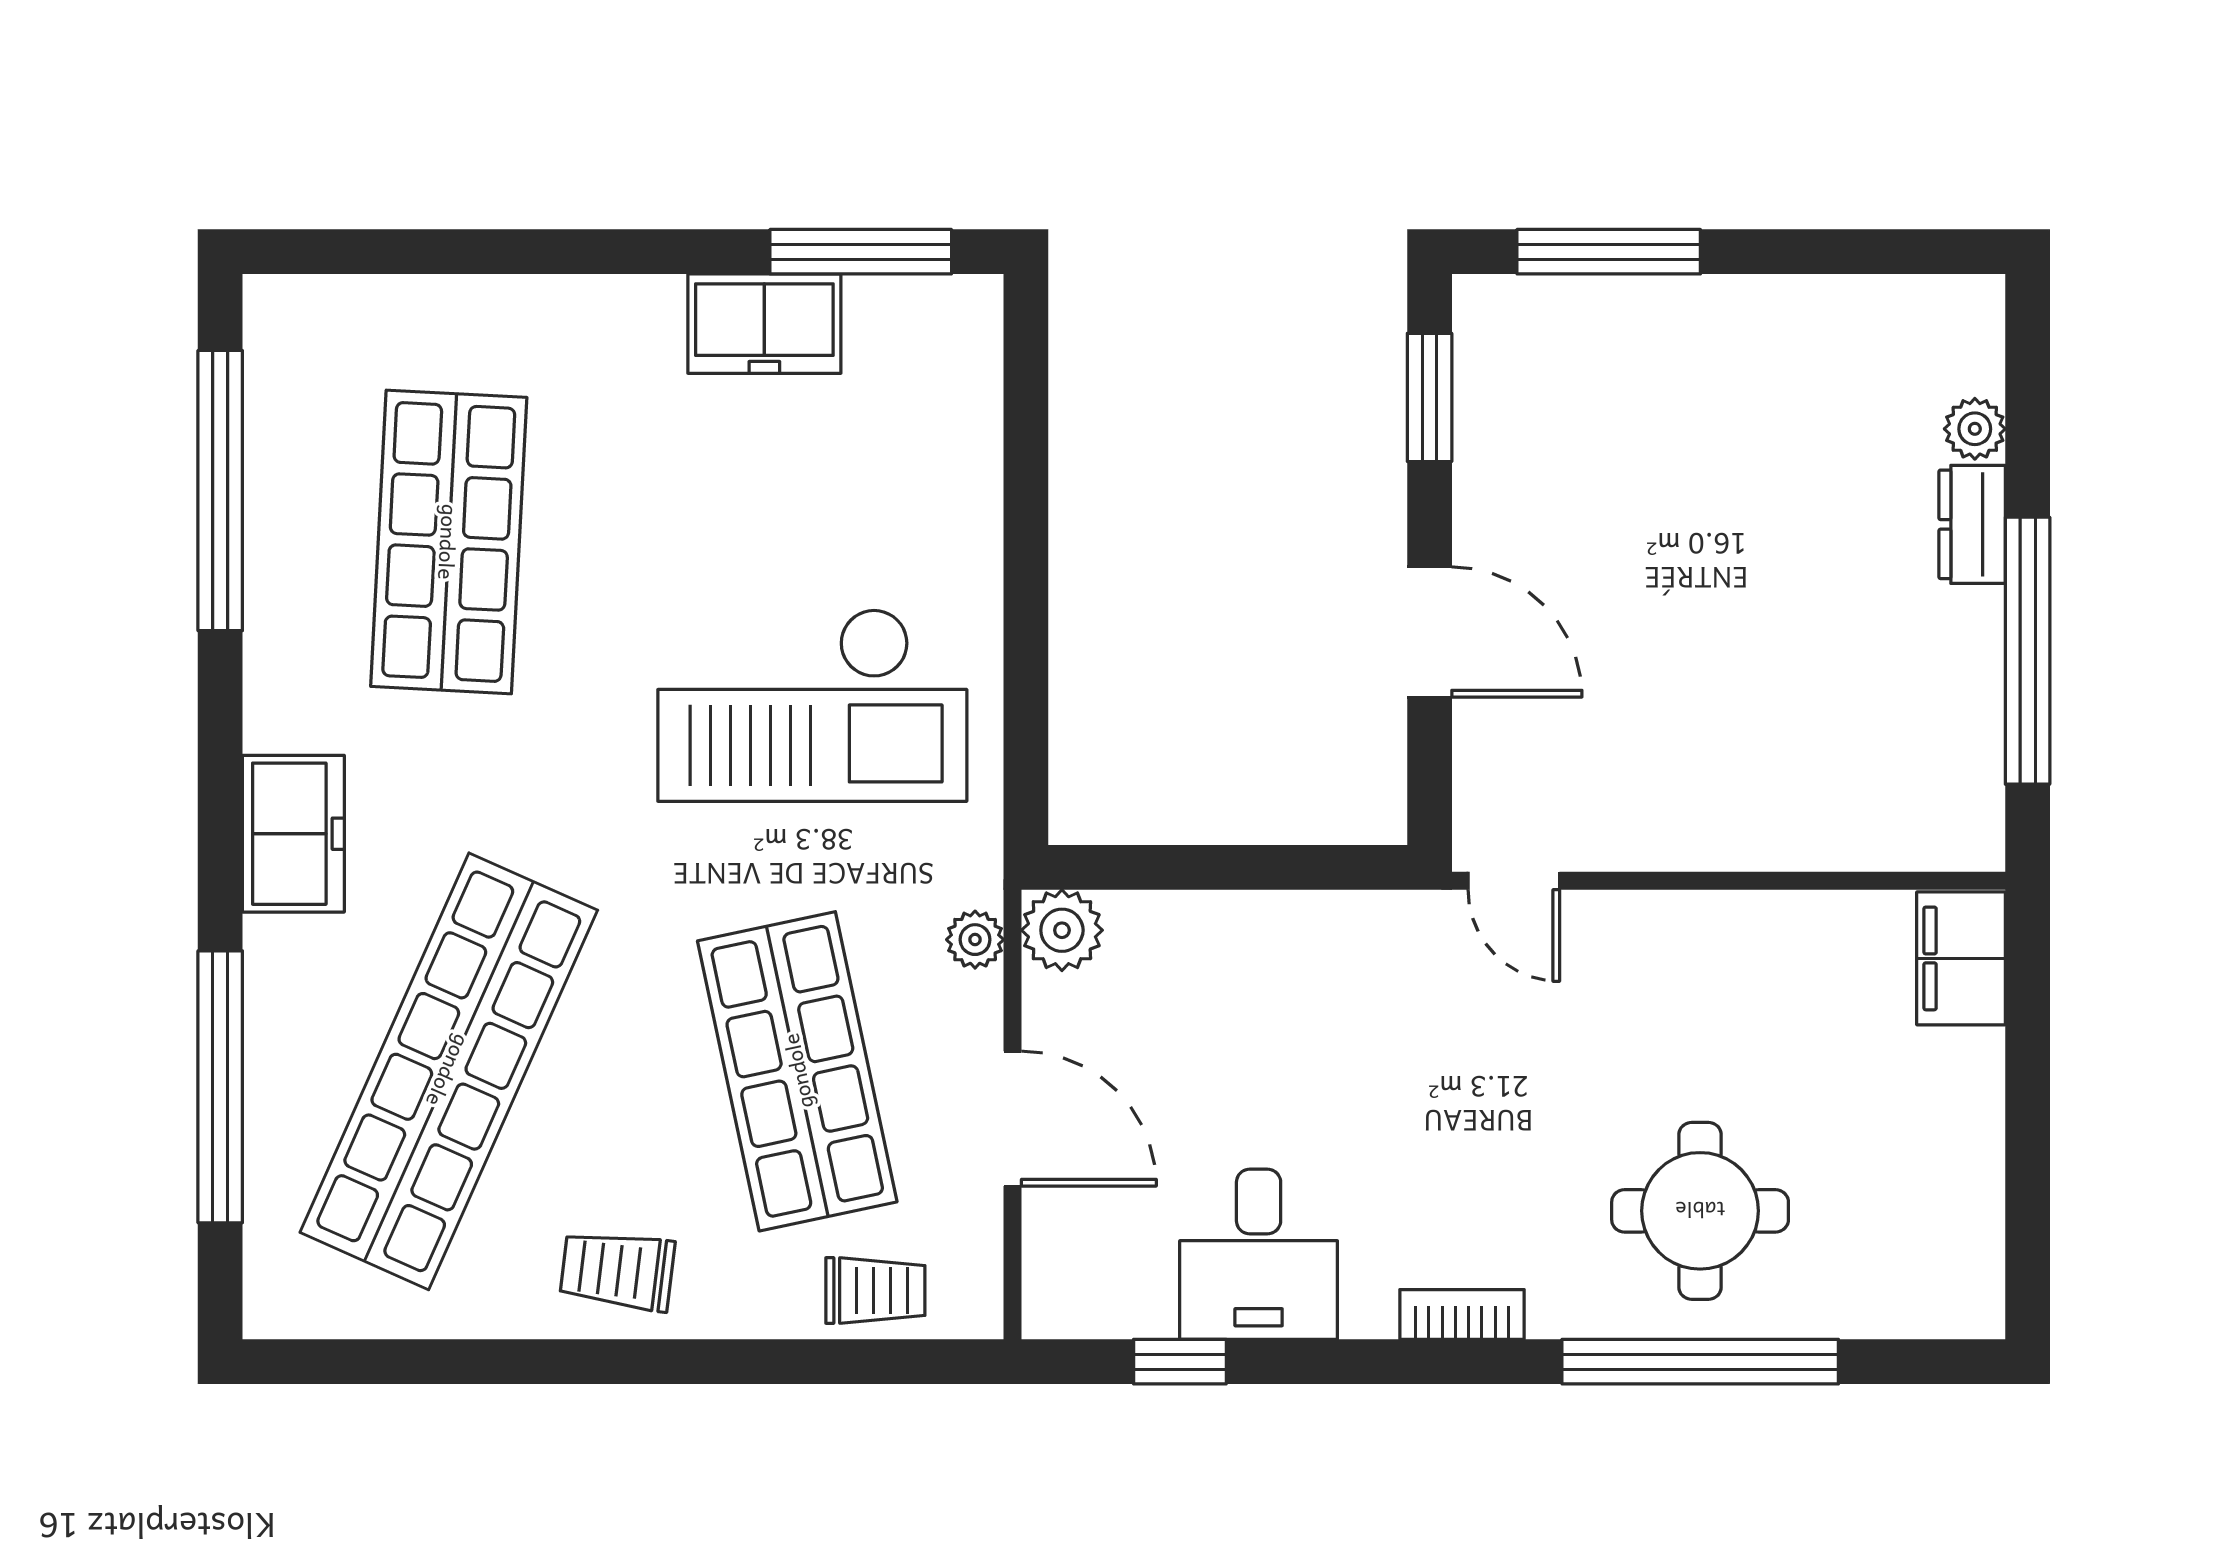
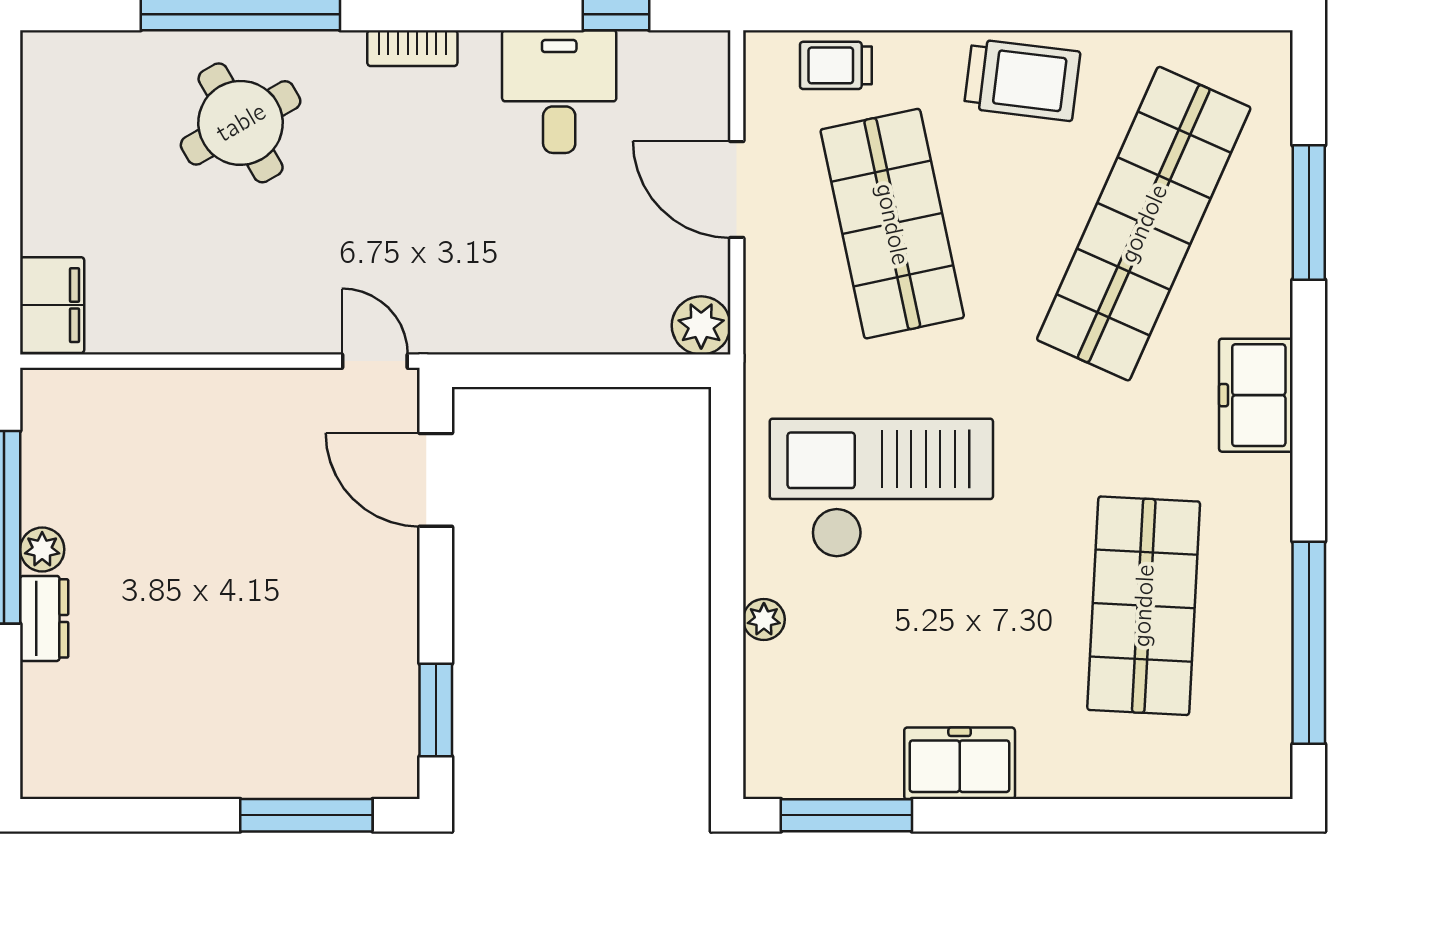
freezer: (764, 324) -> (960, 763), moved
plant: (1975, 429) -> (42, 549), moved
door: (1430, 632) -> (436, 480), moved
plant: (975, 940) -> (764, 619), moved
window: (220, 1087) -> (1309, 212), width x0.68
round table: (1700, 1211) -> (241, 123), turned -30
trolley: (617, 1270) -> (1022, 80), width x1.36, depth x1.39

